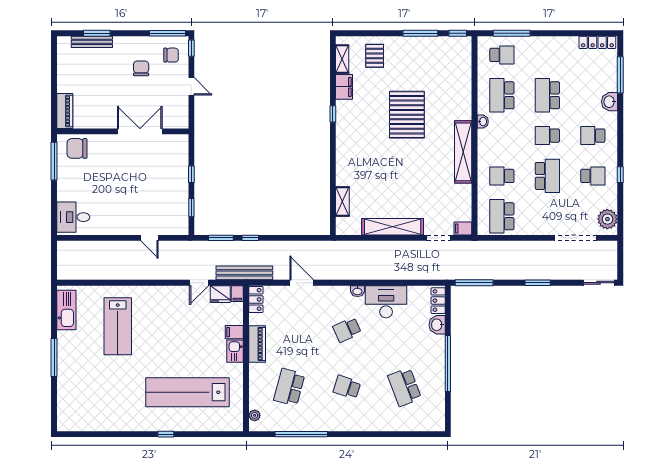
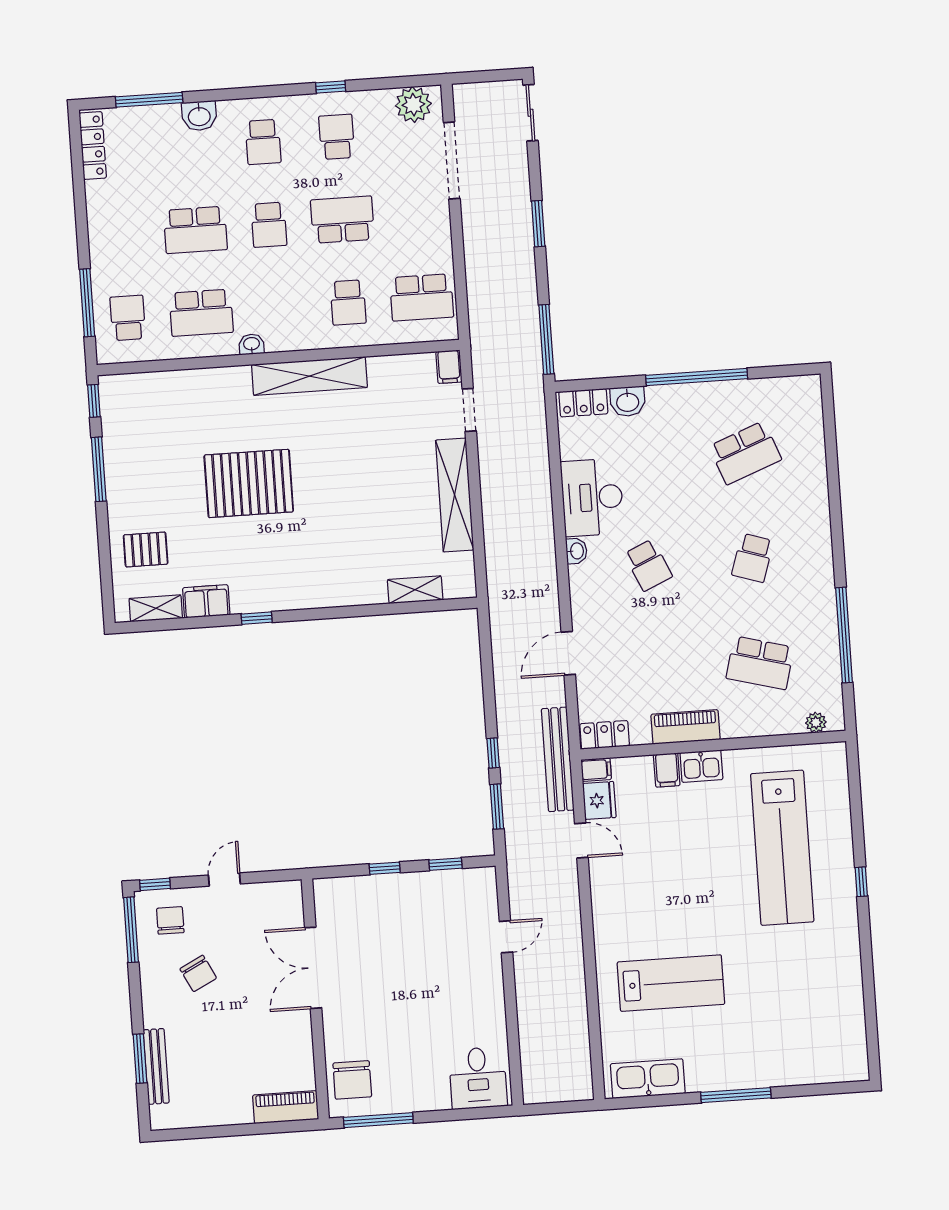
chair: (141, 68) -> (198, 973), turned -117

